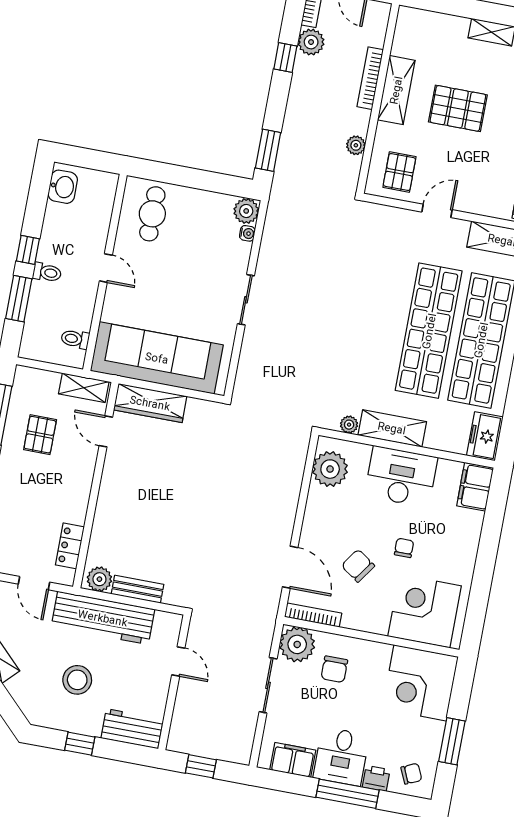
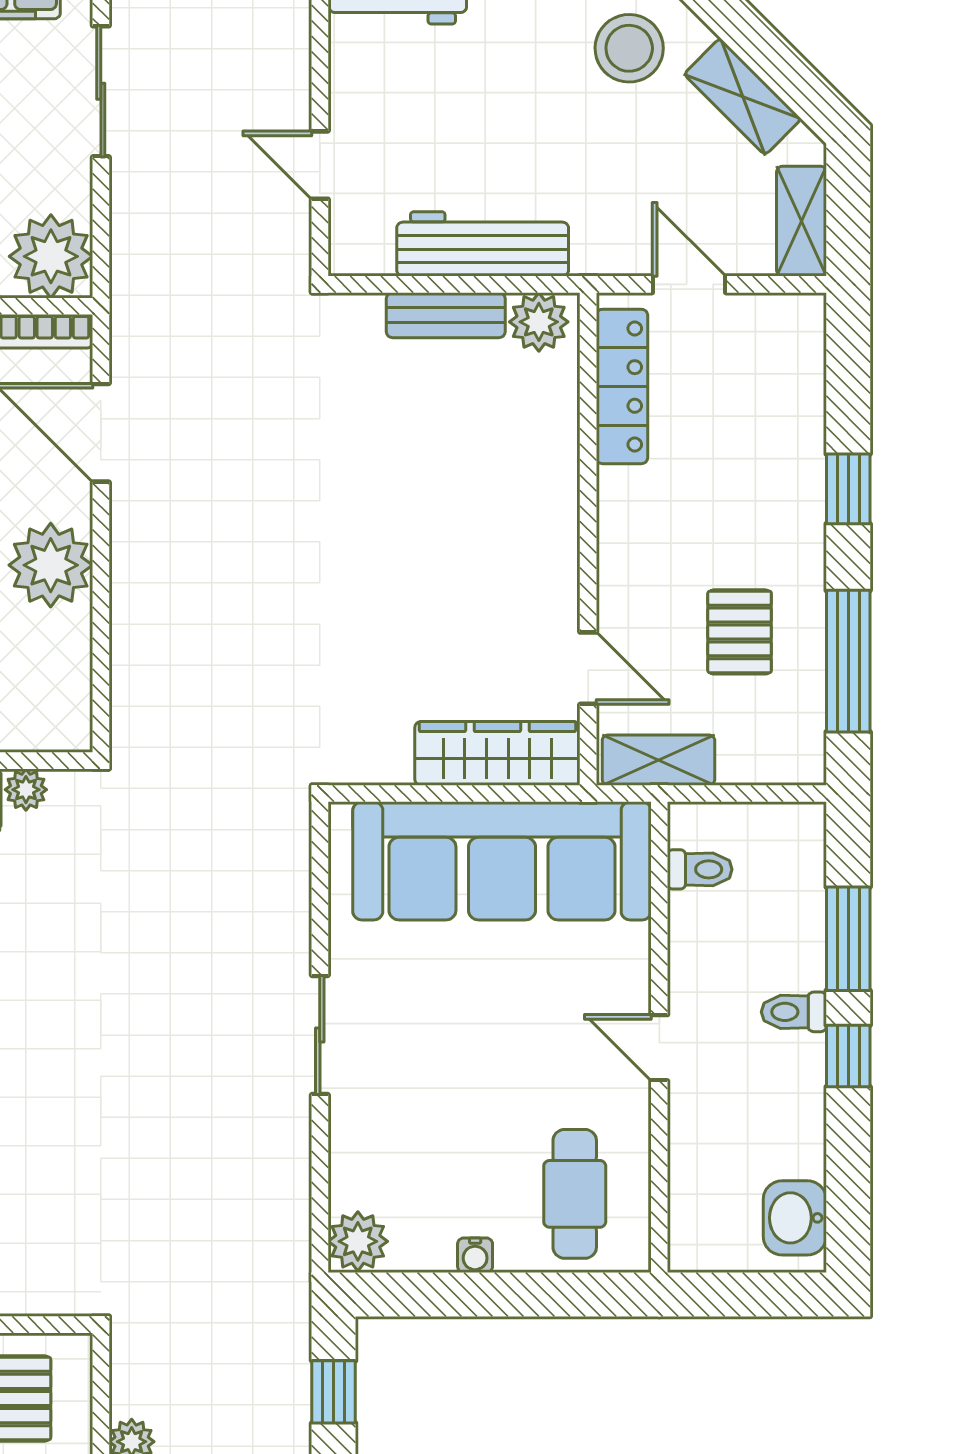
window: (268, 150) -> (334, 1392), width x0.67
water cooler: (247, 233) -> (475, 1255), moved, turned -90
plant: (330, 469) -> (51, 565), moved
locker: (70, 546) -> (622, 386), width x1.53
workbench: (103, 618) -> (483, 244), width x0.73, depth x0.76
stool: (77, 680) -> (629, 48), moved
sliding door: (268, 685) -> (101, 91), moved

